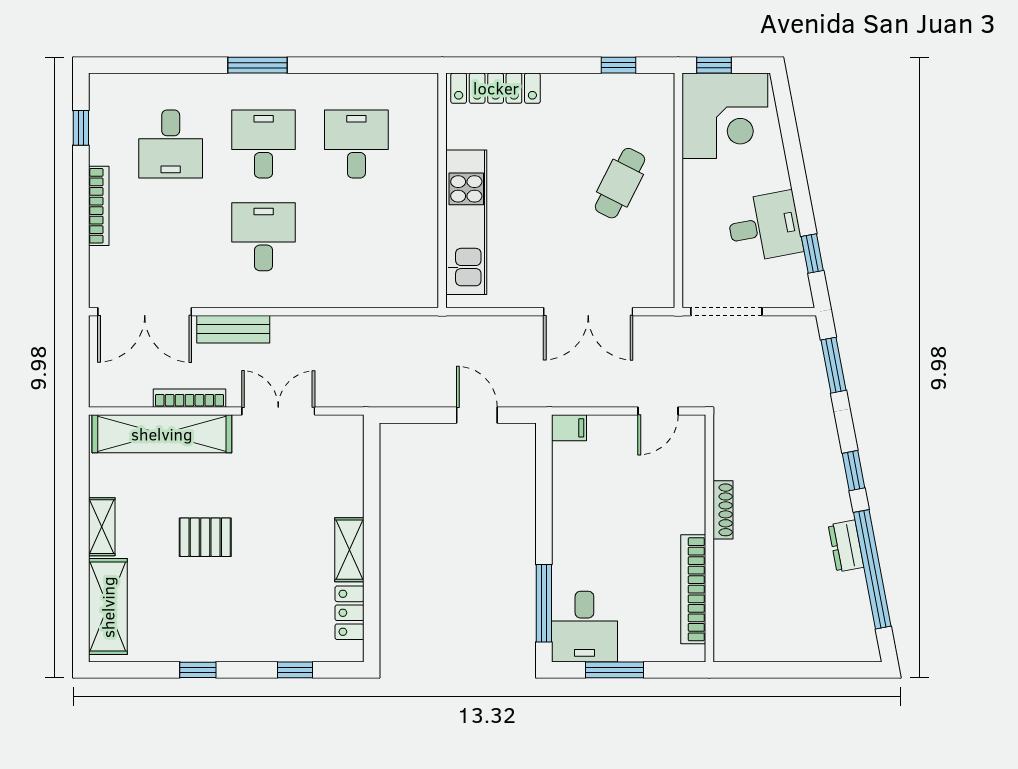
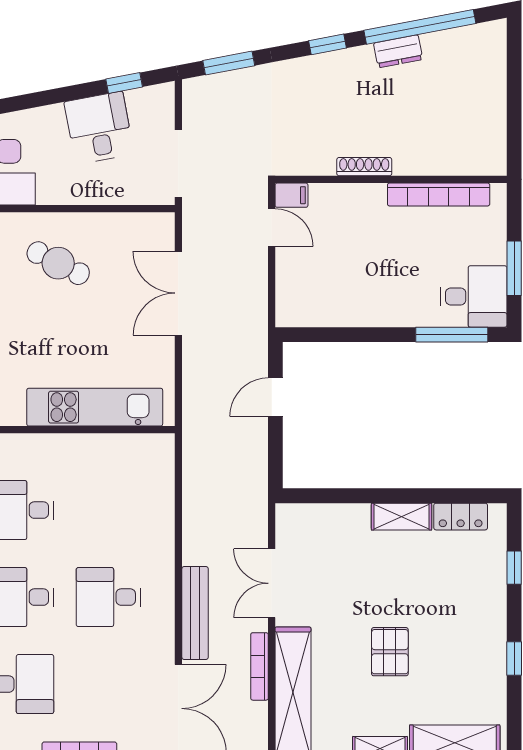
double door: (588, 312) -> (178, 293), swing flipped
bench: (233, 329) -> (195, 613), width x1.36
filing cabinet: (569, 428) -> (291, 195), moved, turned 90

